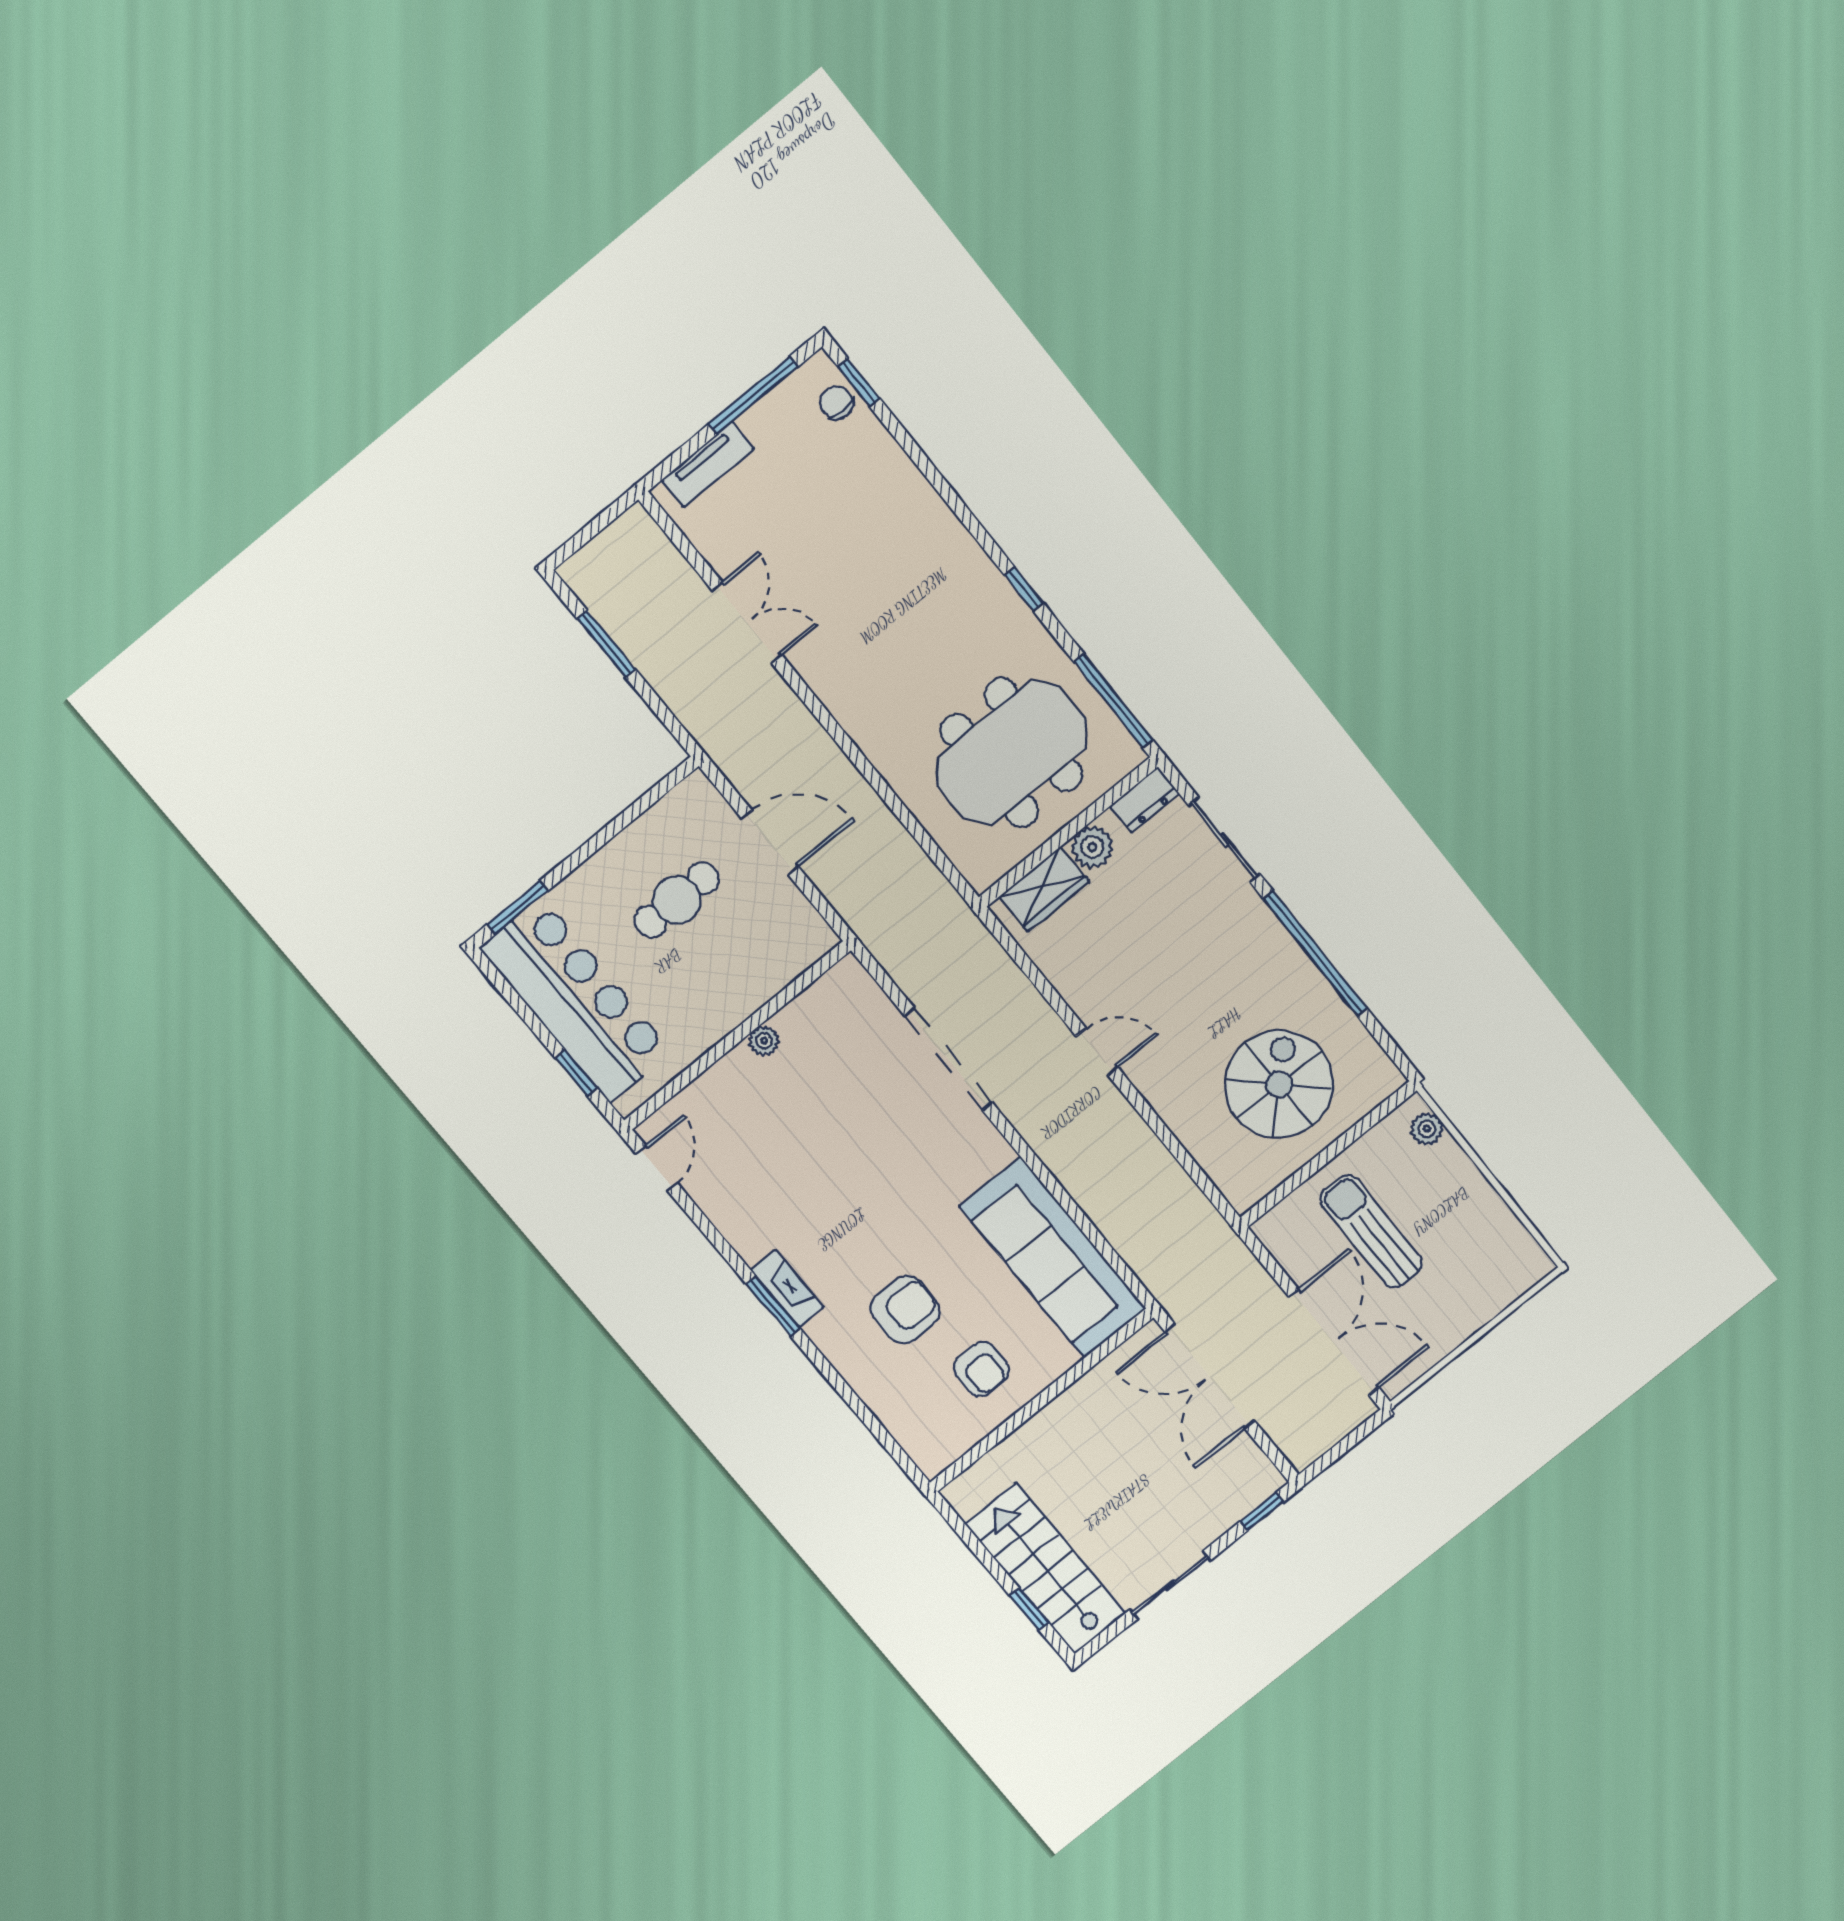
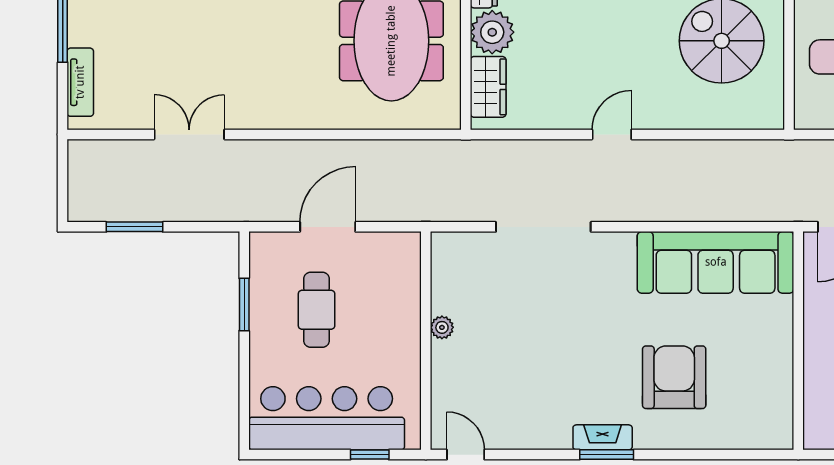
plant: (1092, 847) -> (492, 32), width x1.36, depth x1.36
window: (518, 908) -> (244, 304), moved
armchair: (905, 1310) -> (674, 377), width x1.36, depth x1.36
armchair: (981, 1369) -> (749, 361), removed

